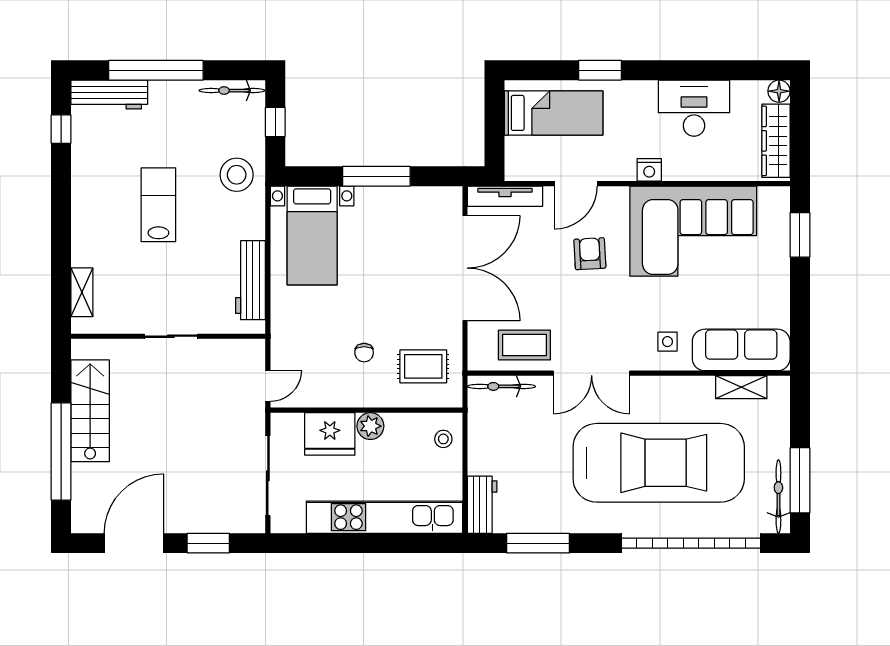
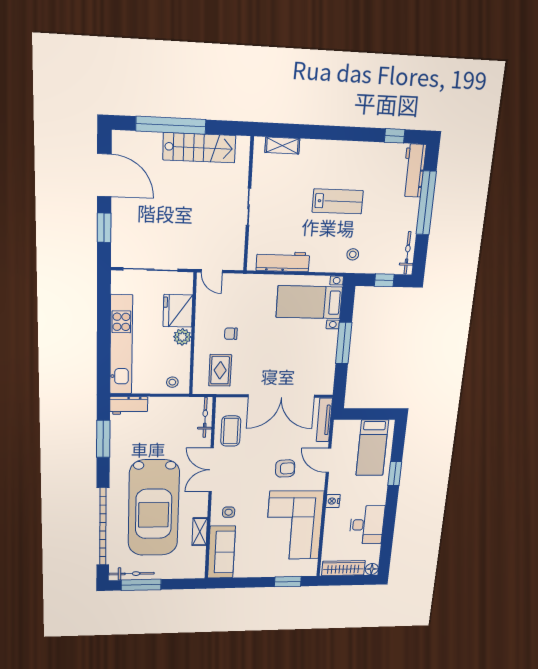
stool: (237, 175) -> (353, 254), width x0.53, depth x0.53
shelving: (741, 387) -> (200, 532), moved

